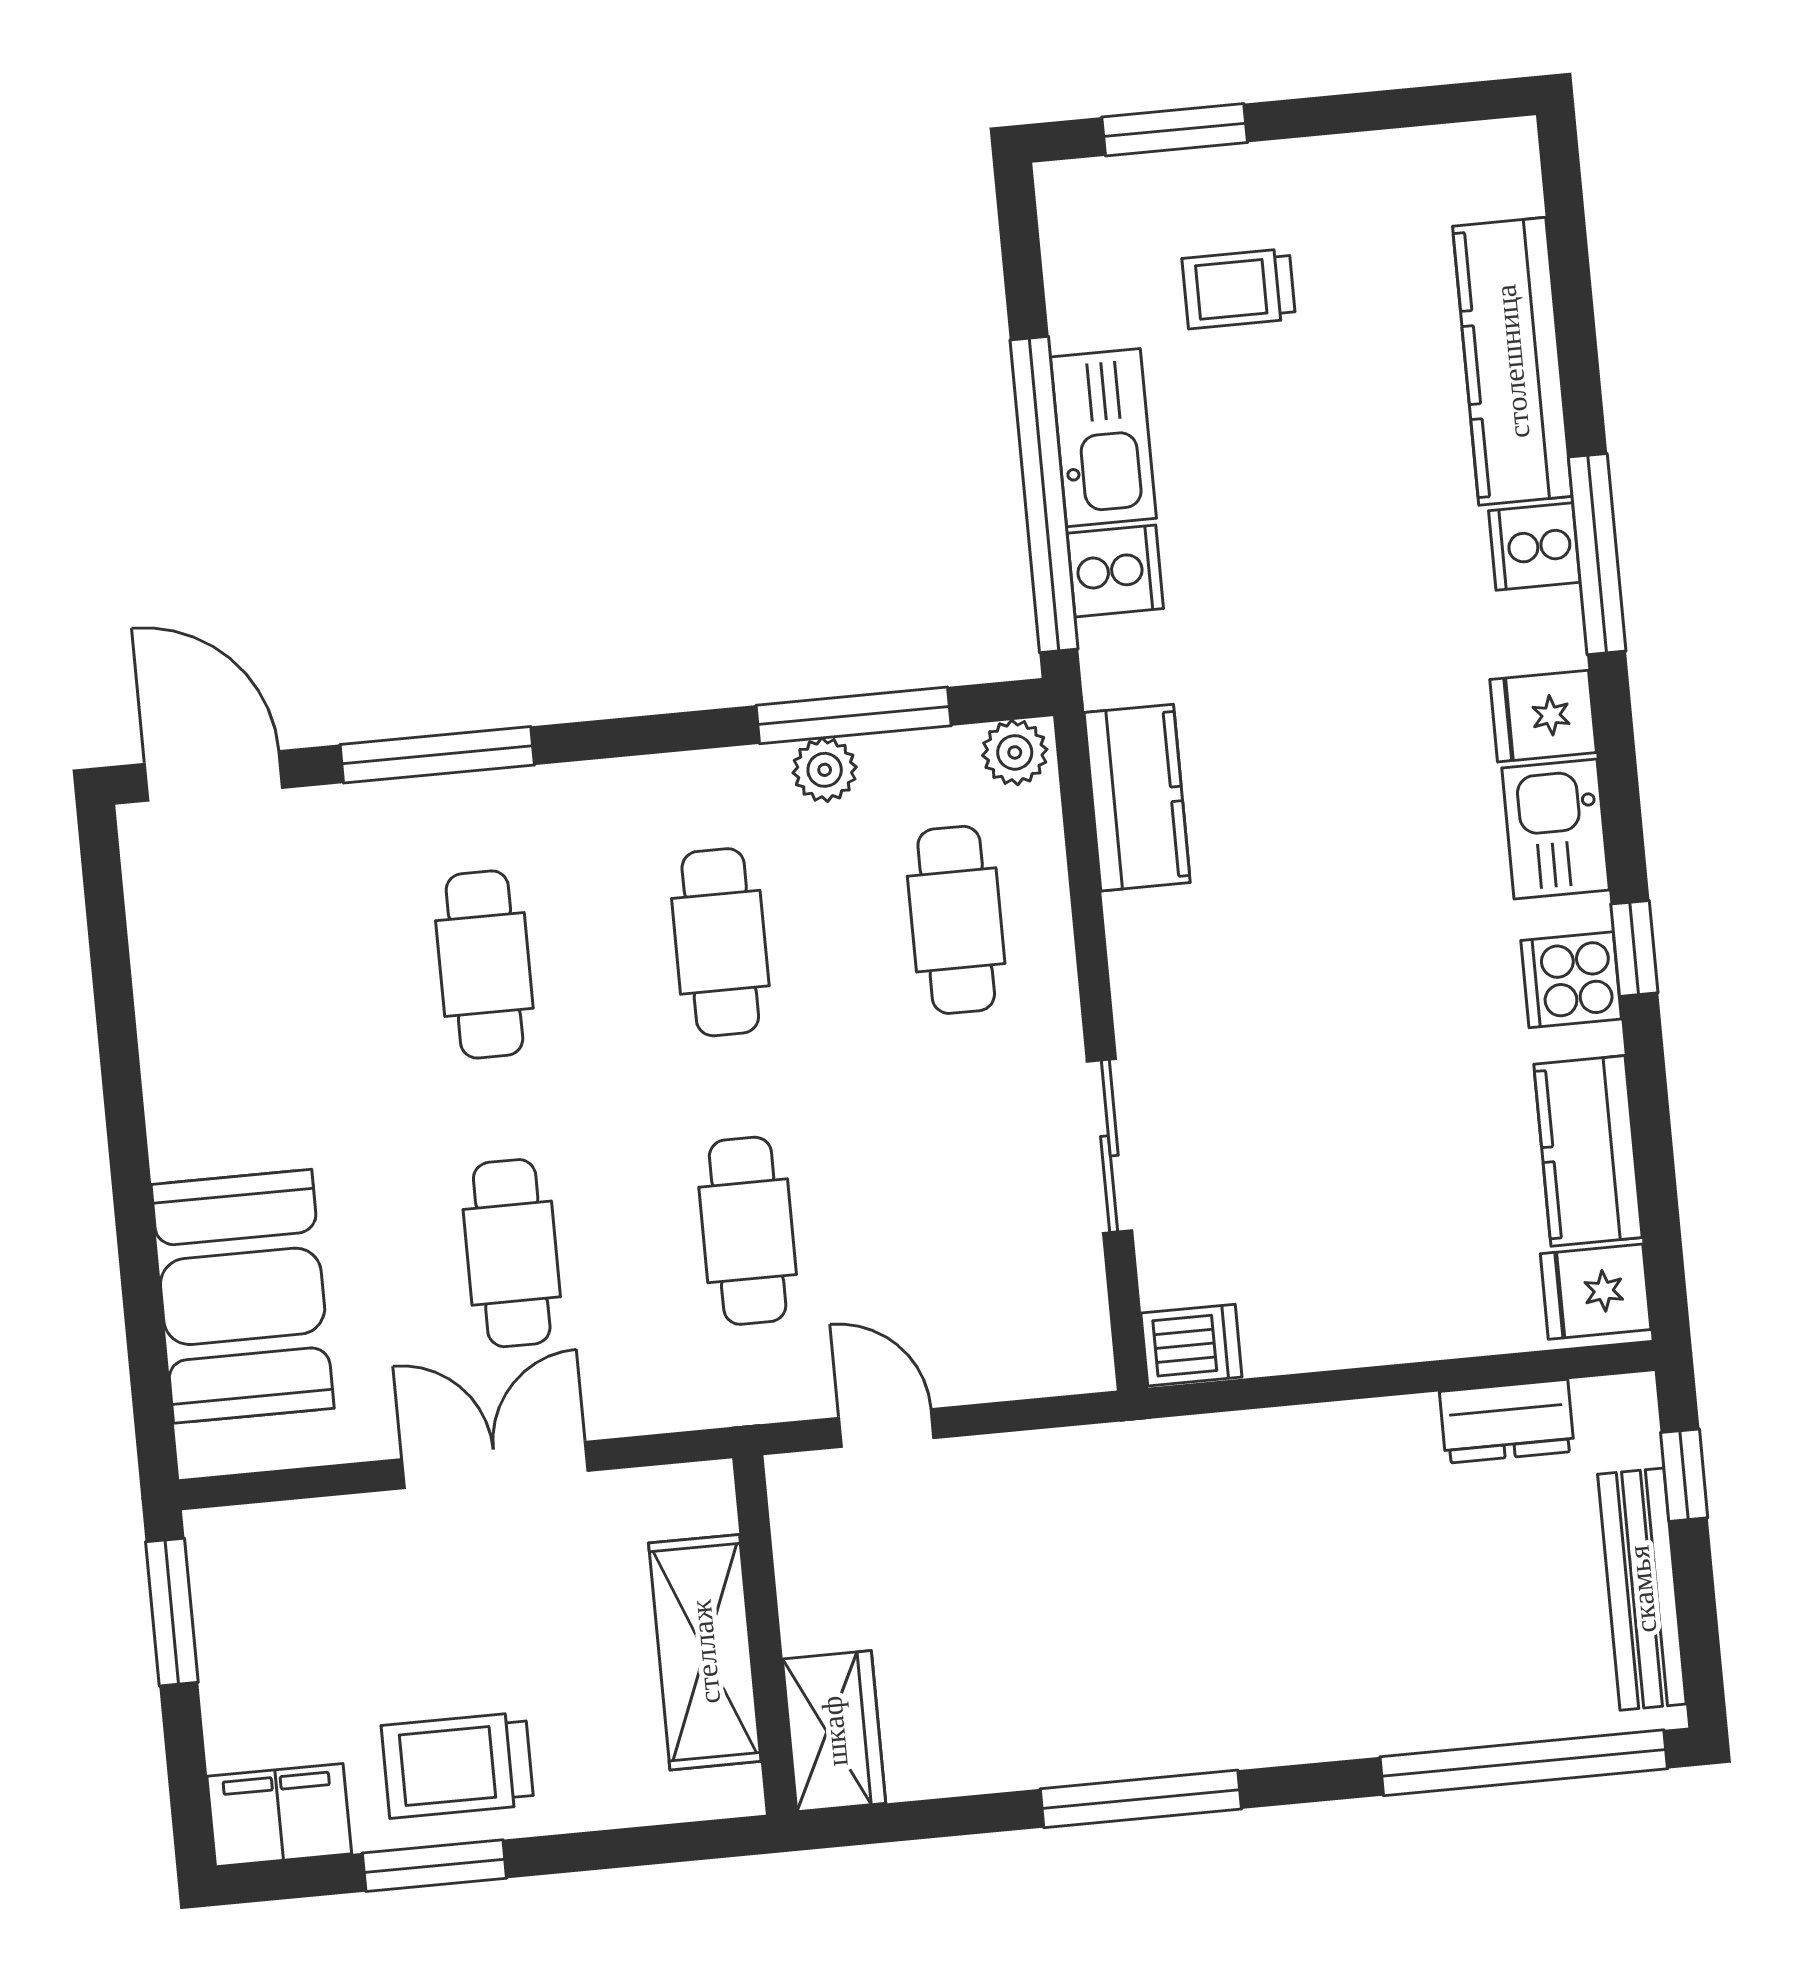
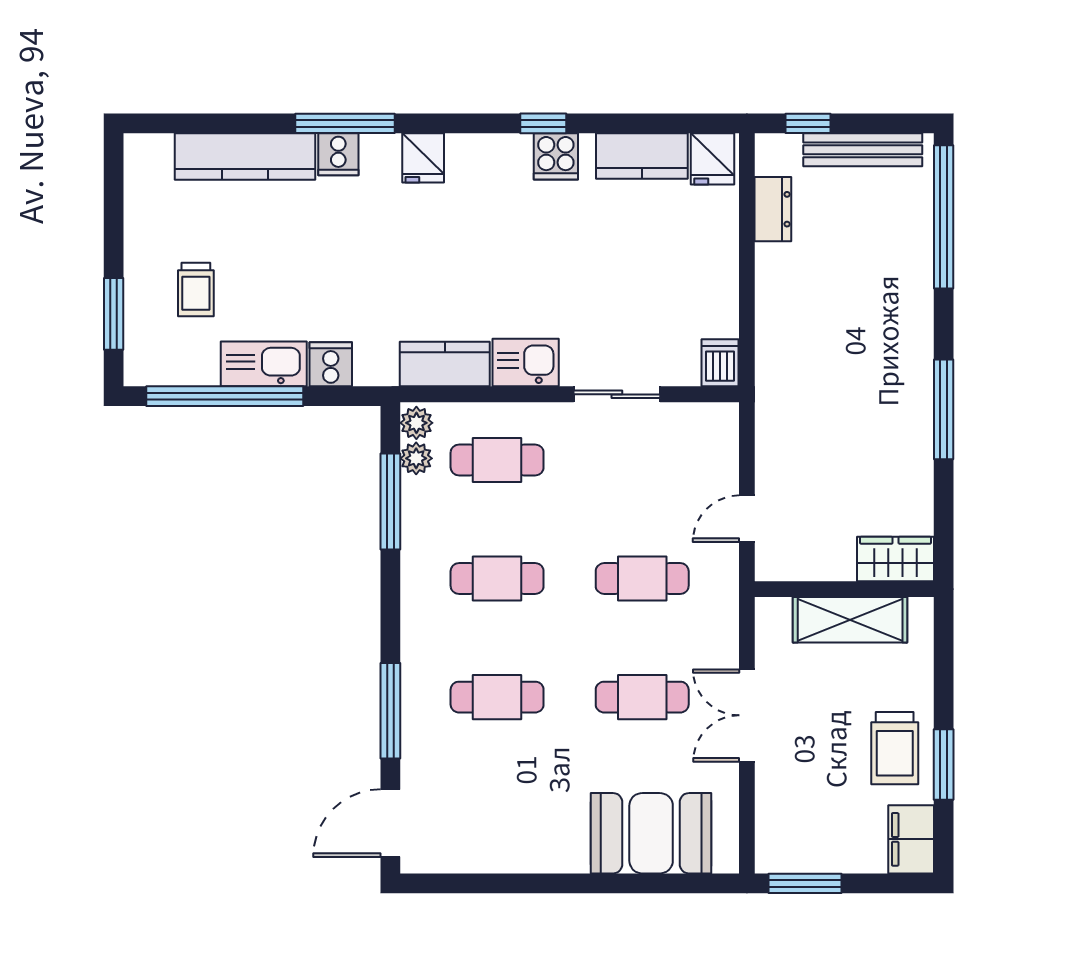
window: (1044, 494) -> (225, 396), moved
plant: (825, 770) -> (416, 458), moved
kitchen sink: (1556, 829) -> (526, 363), moved, turned 180

